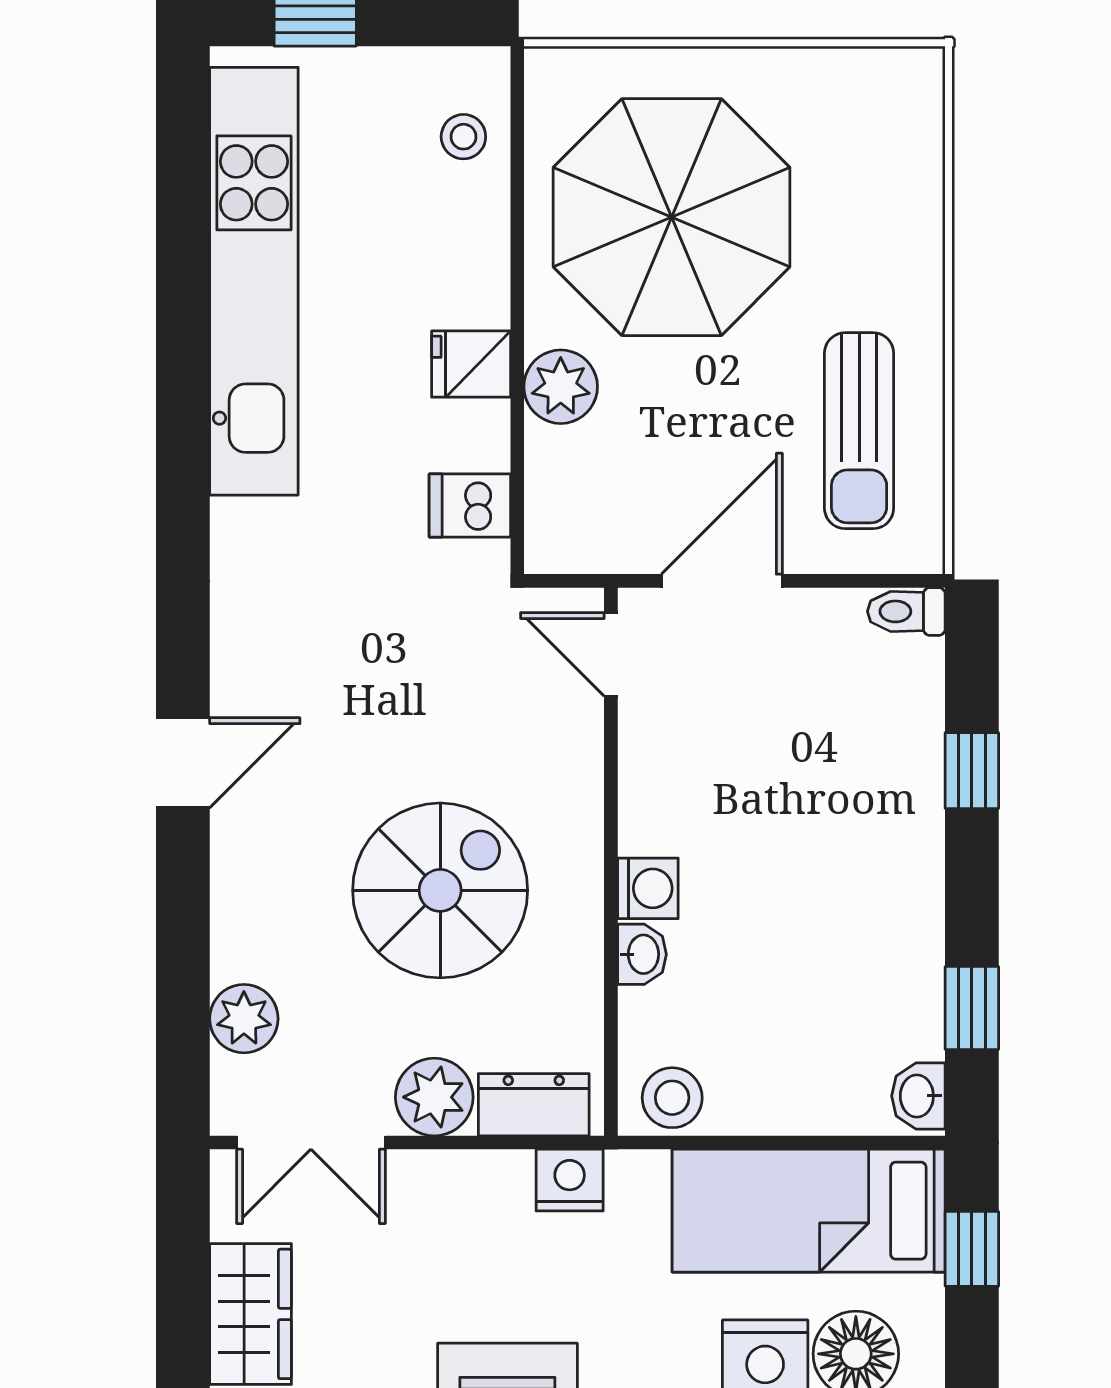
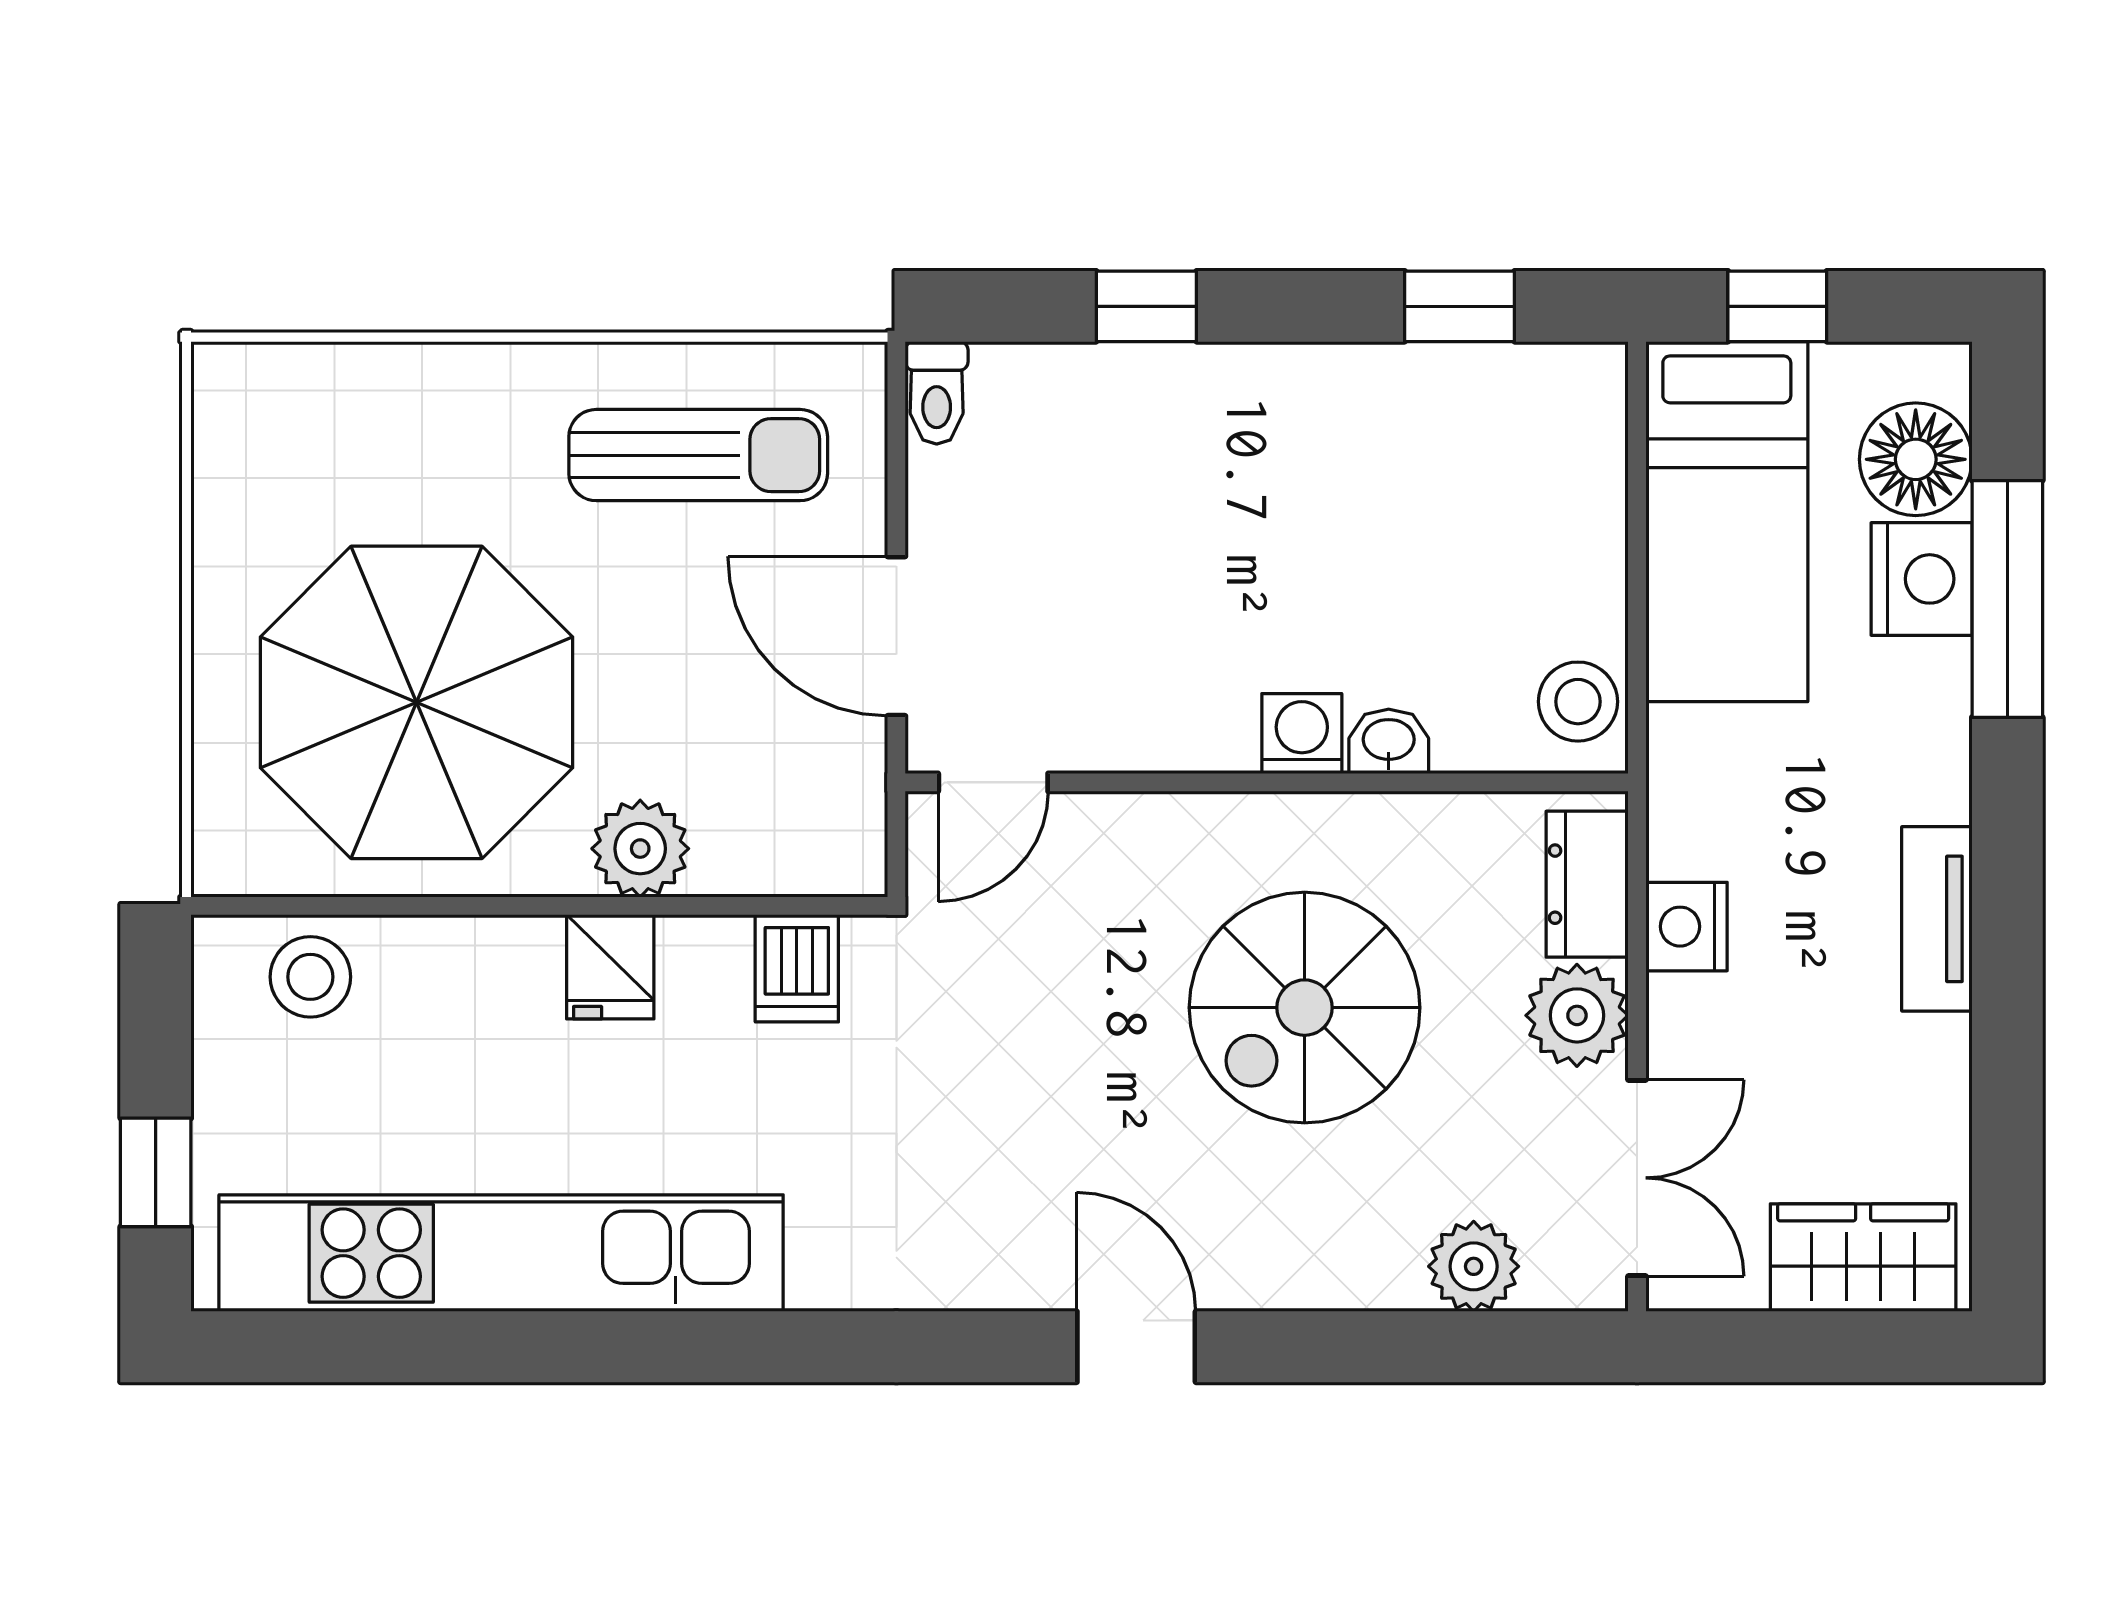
stool: (463, 137) -> (310, 977), width x1.37, depth x1.37
spiral stairs: (440, 890) -> (1305, 1008), turned -90
washbasin: (918, 1096) -> (1576, 377), removed
nightstand: (570, 1180) -> (1686, 927), moved

